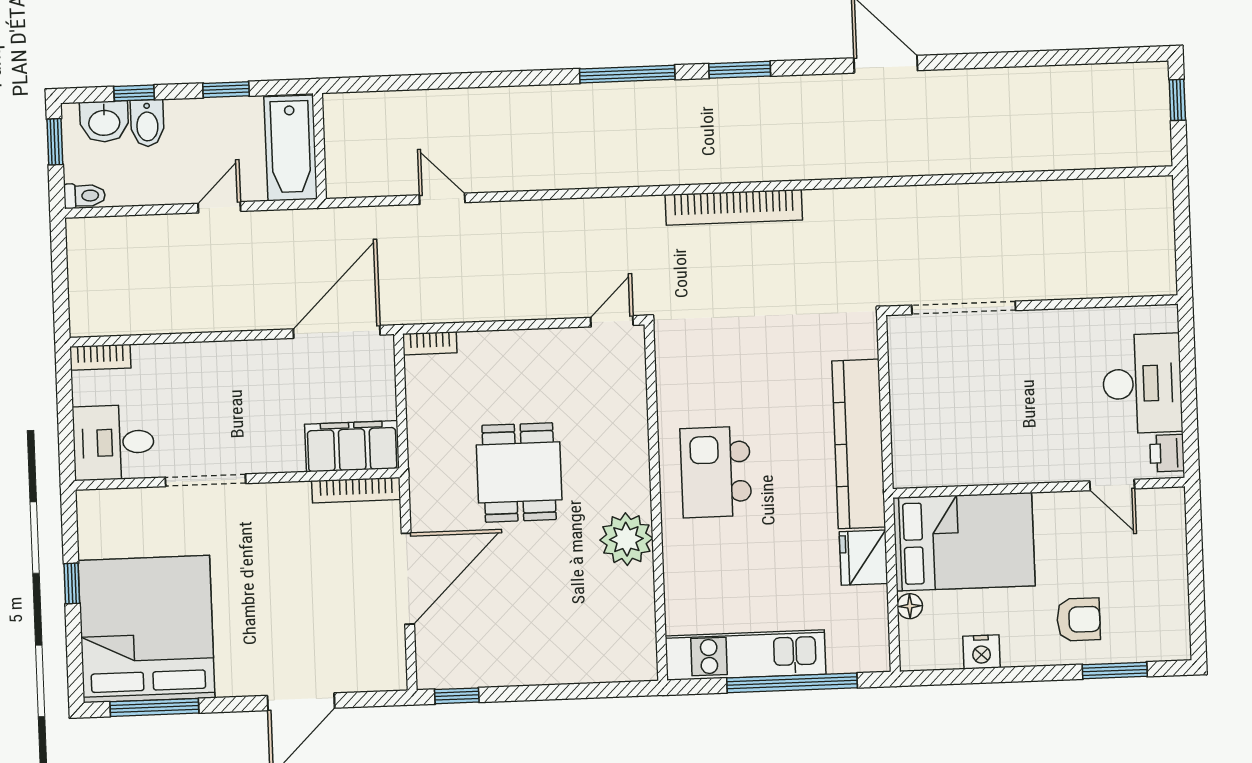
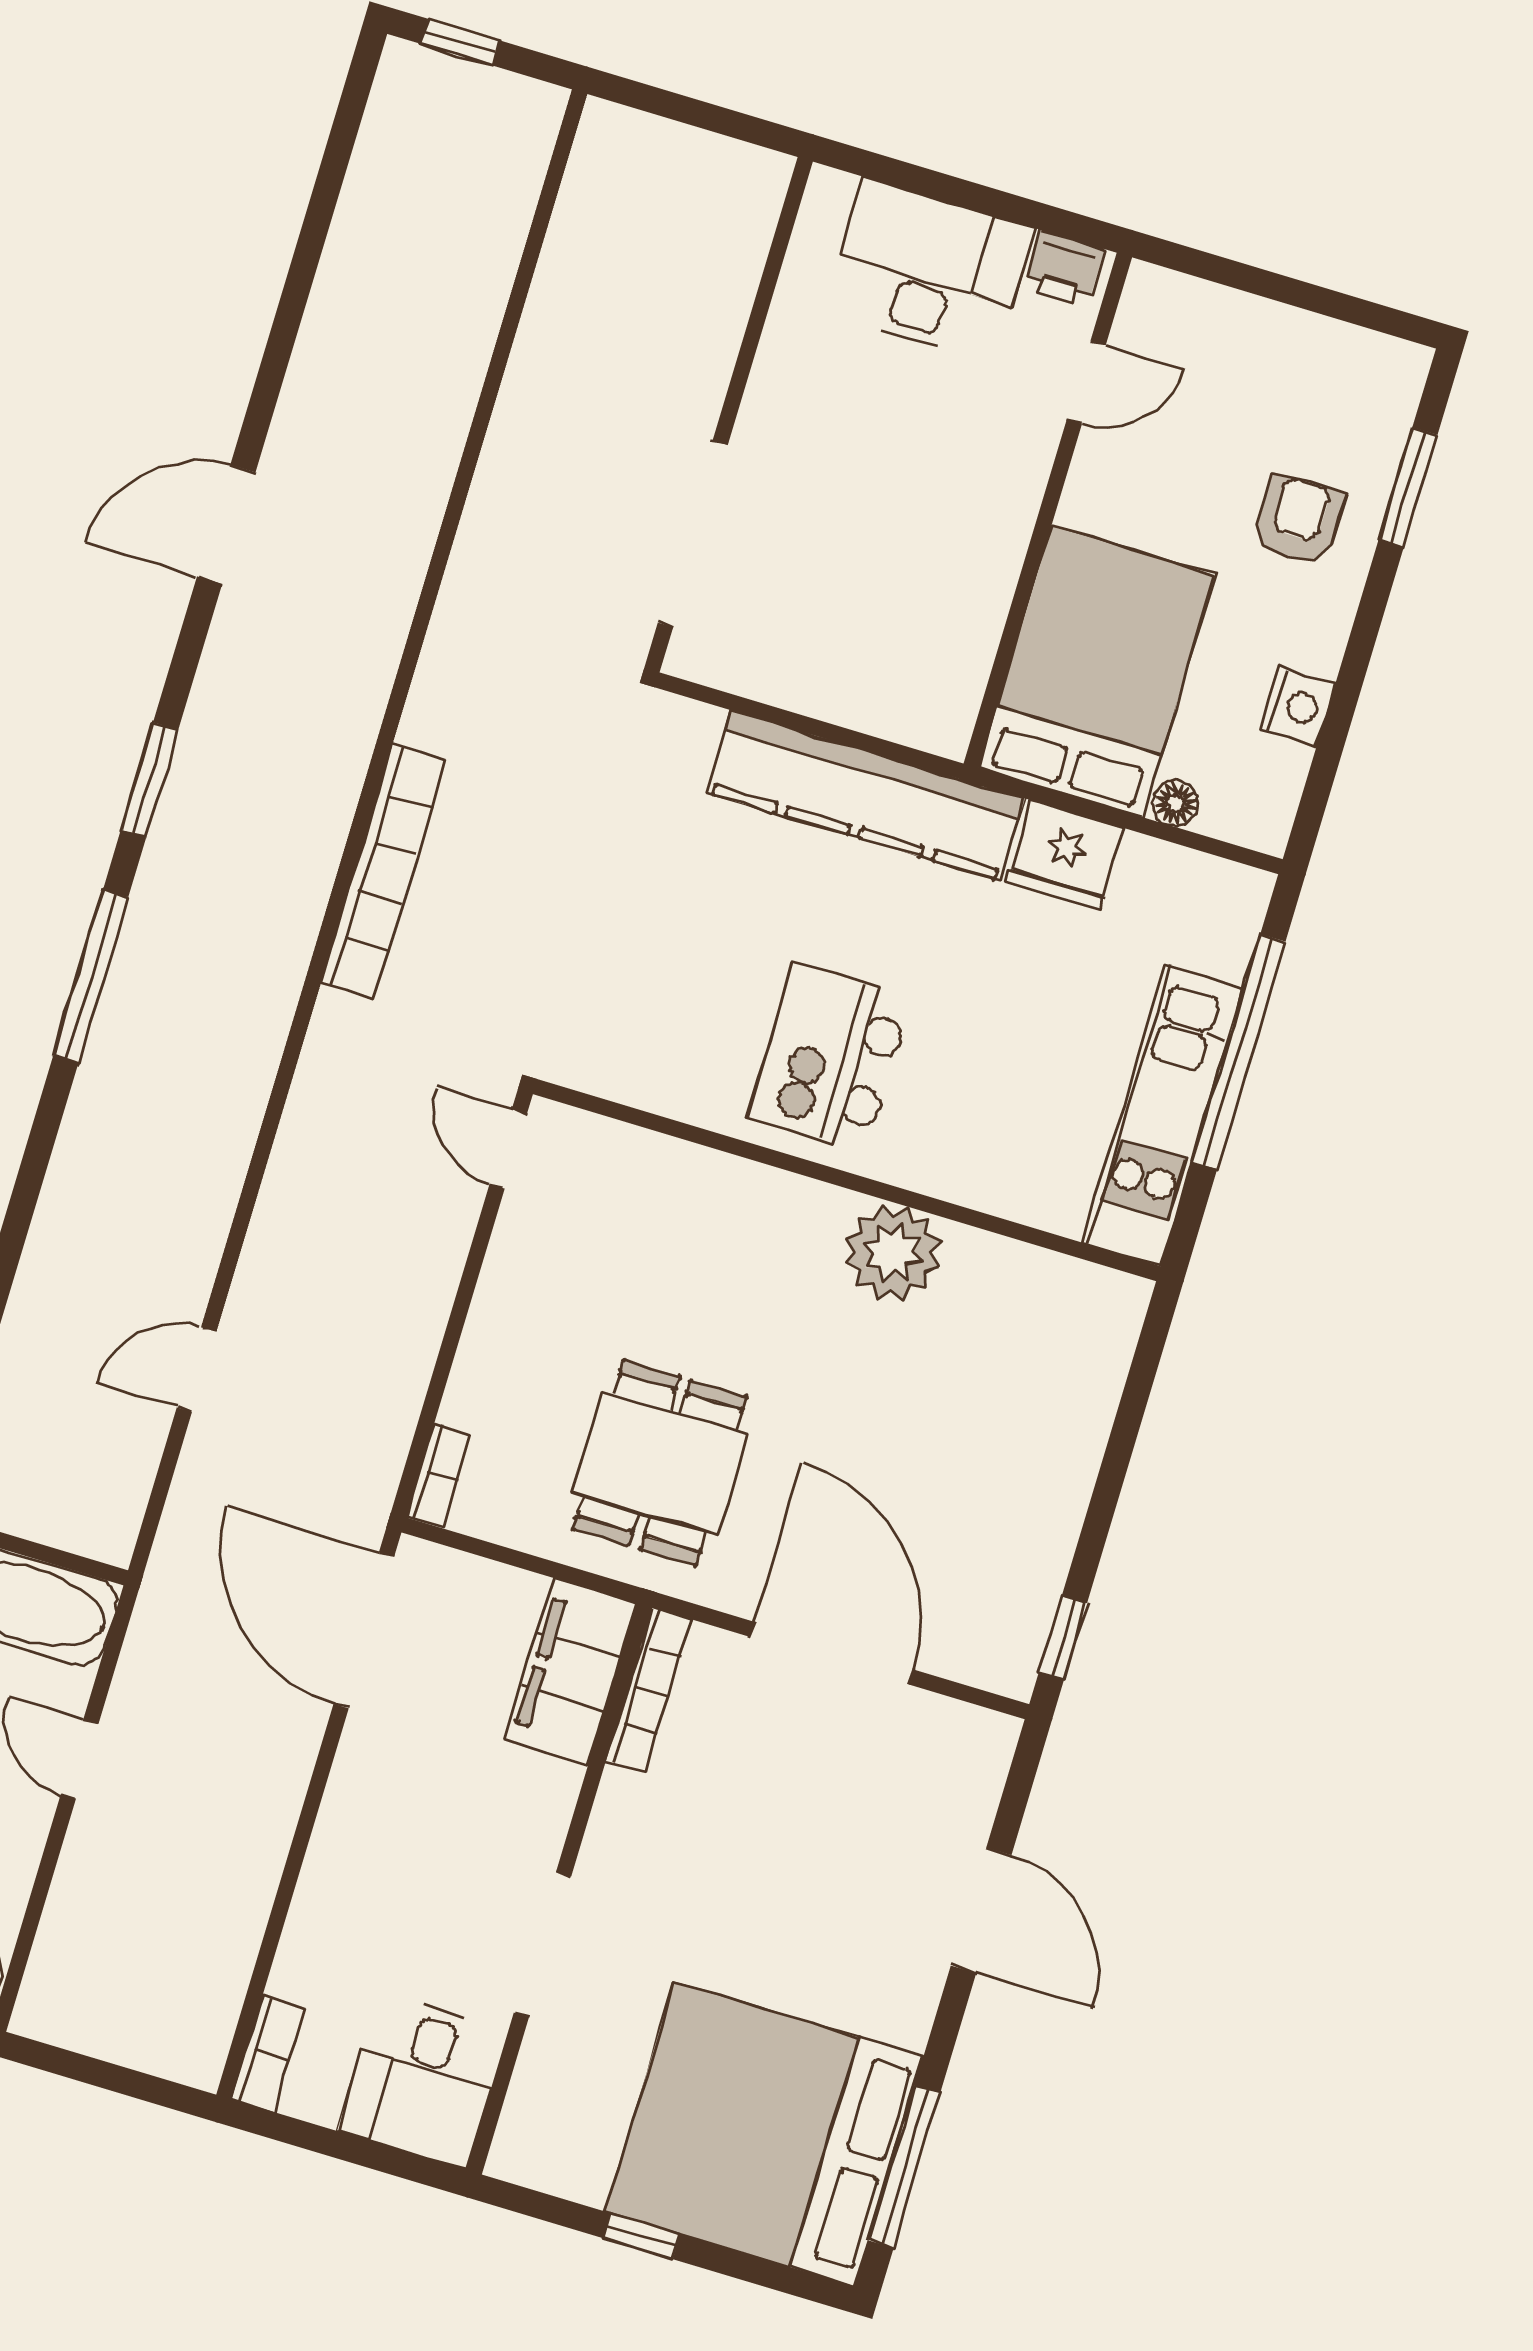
dining table: (519, 472) -> (660, 1463), moved, turned 90
kitchen island: (716, 472) -> (830, 1058), turned 90

